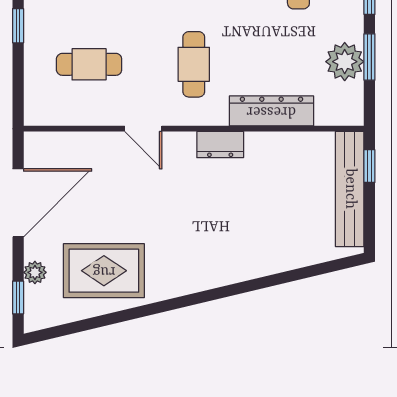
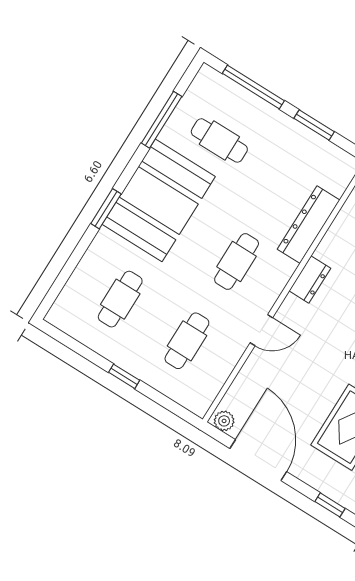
plant: (345, 62) -> (306, 146), removed
cafe table: (194, 64) -> (237, 261), turned 90
plant: (35, 272) -> (224, 421), moved

